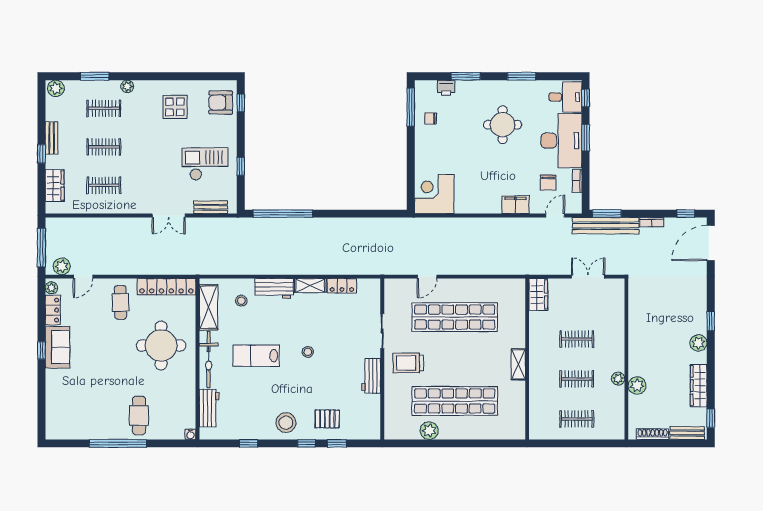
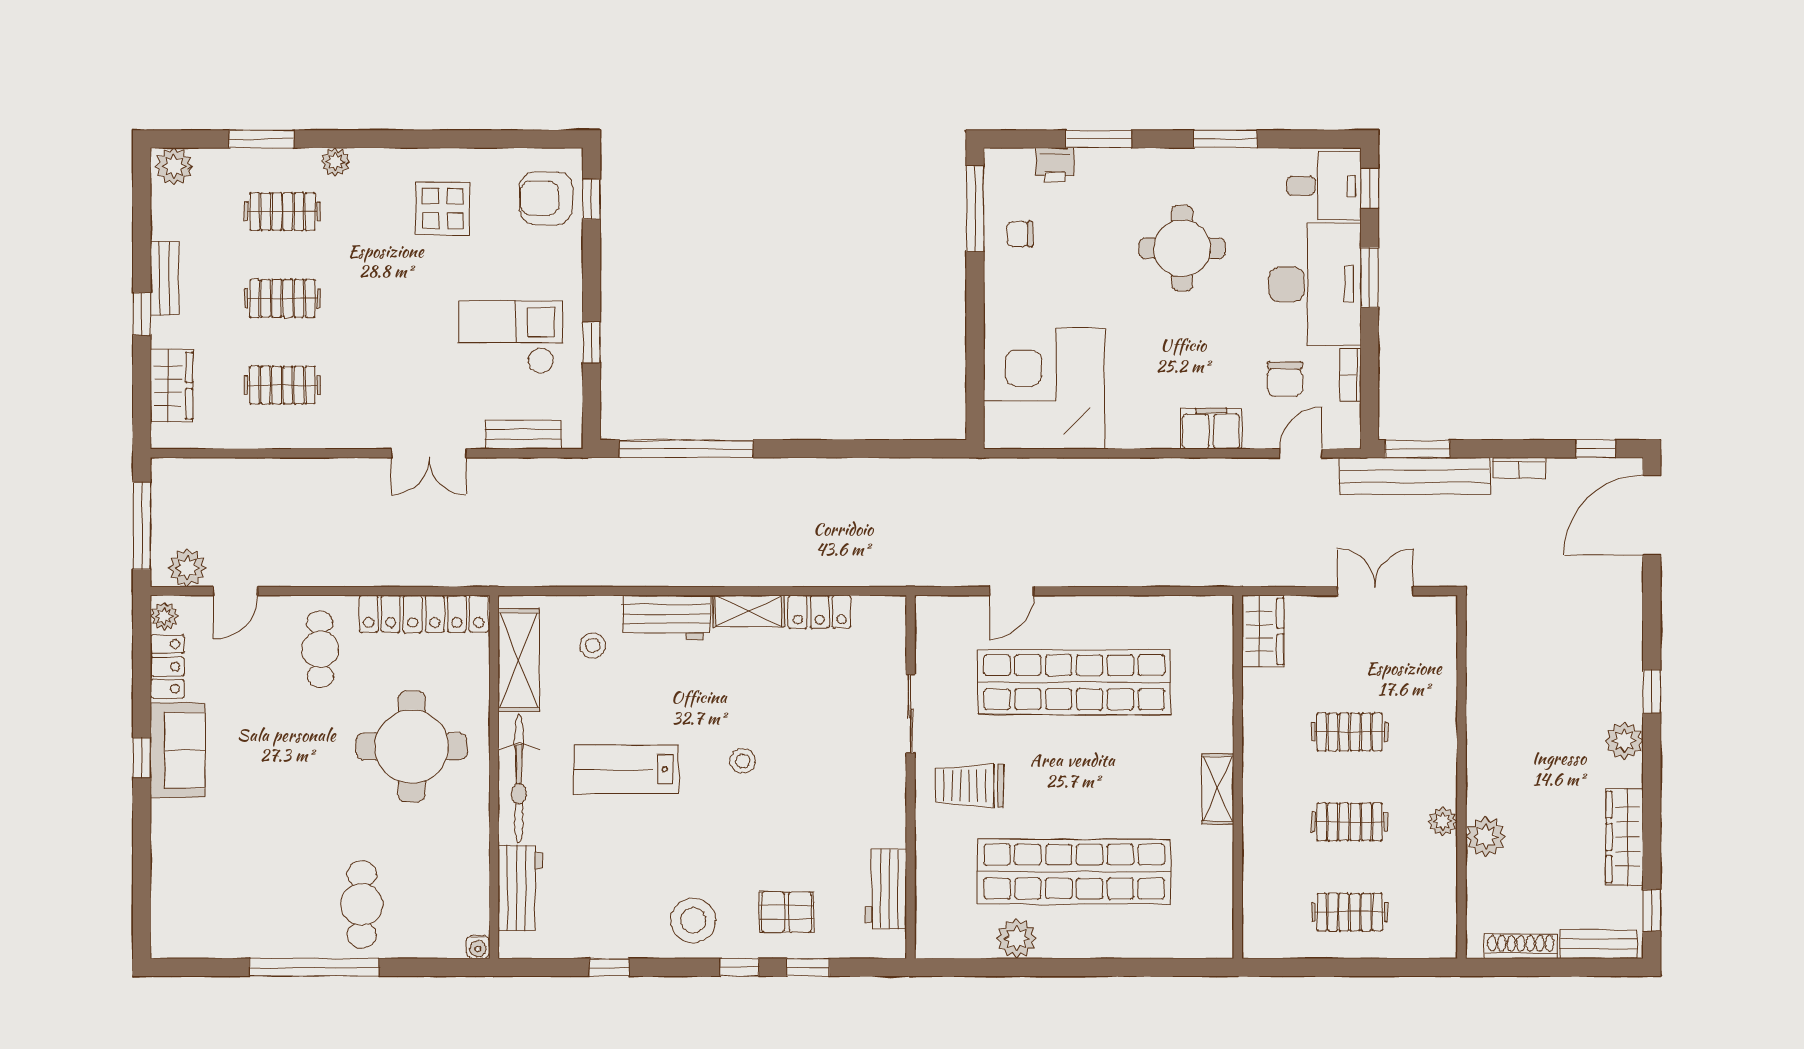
corner desk: (434, 194) -> (1044, 389), width x1.36, depth x1.36
workbench: (371, 376) -> (886, 889), moved

